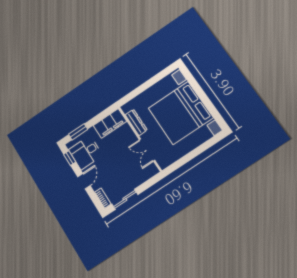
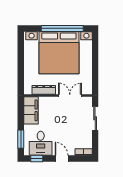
window: (206, 100) -> (62, 28), added
double door: (147, 150) -> (70, 96), swing flipped
sliding door: (125, 199) -> (95, 118), moved

